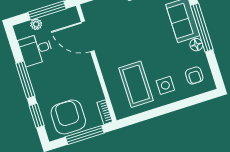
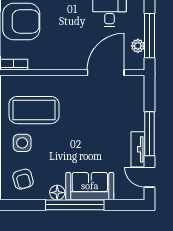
plant: (36, 24) -> (138, 46), moved
armchair: (194, 75) -> (23, 179), turned -105

